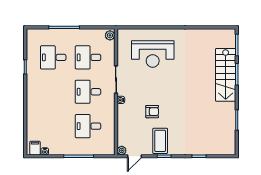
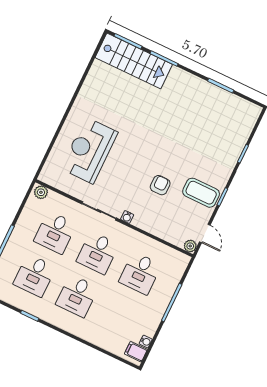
reception desk: (153, 54) -> (89, 150), turned 180
stairs: (226, 75) -> (134, 61), moved
desk: (53, 92) -> (77, 296), added

